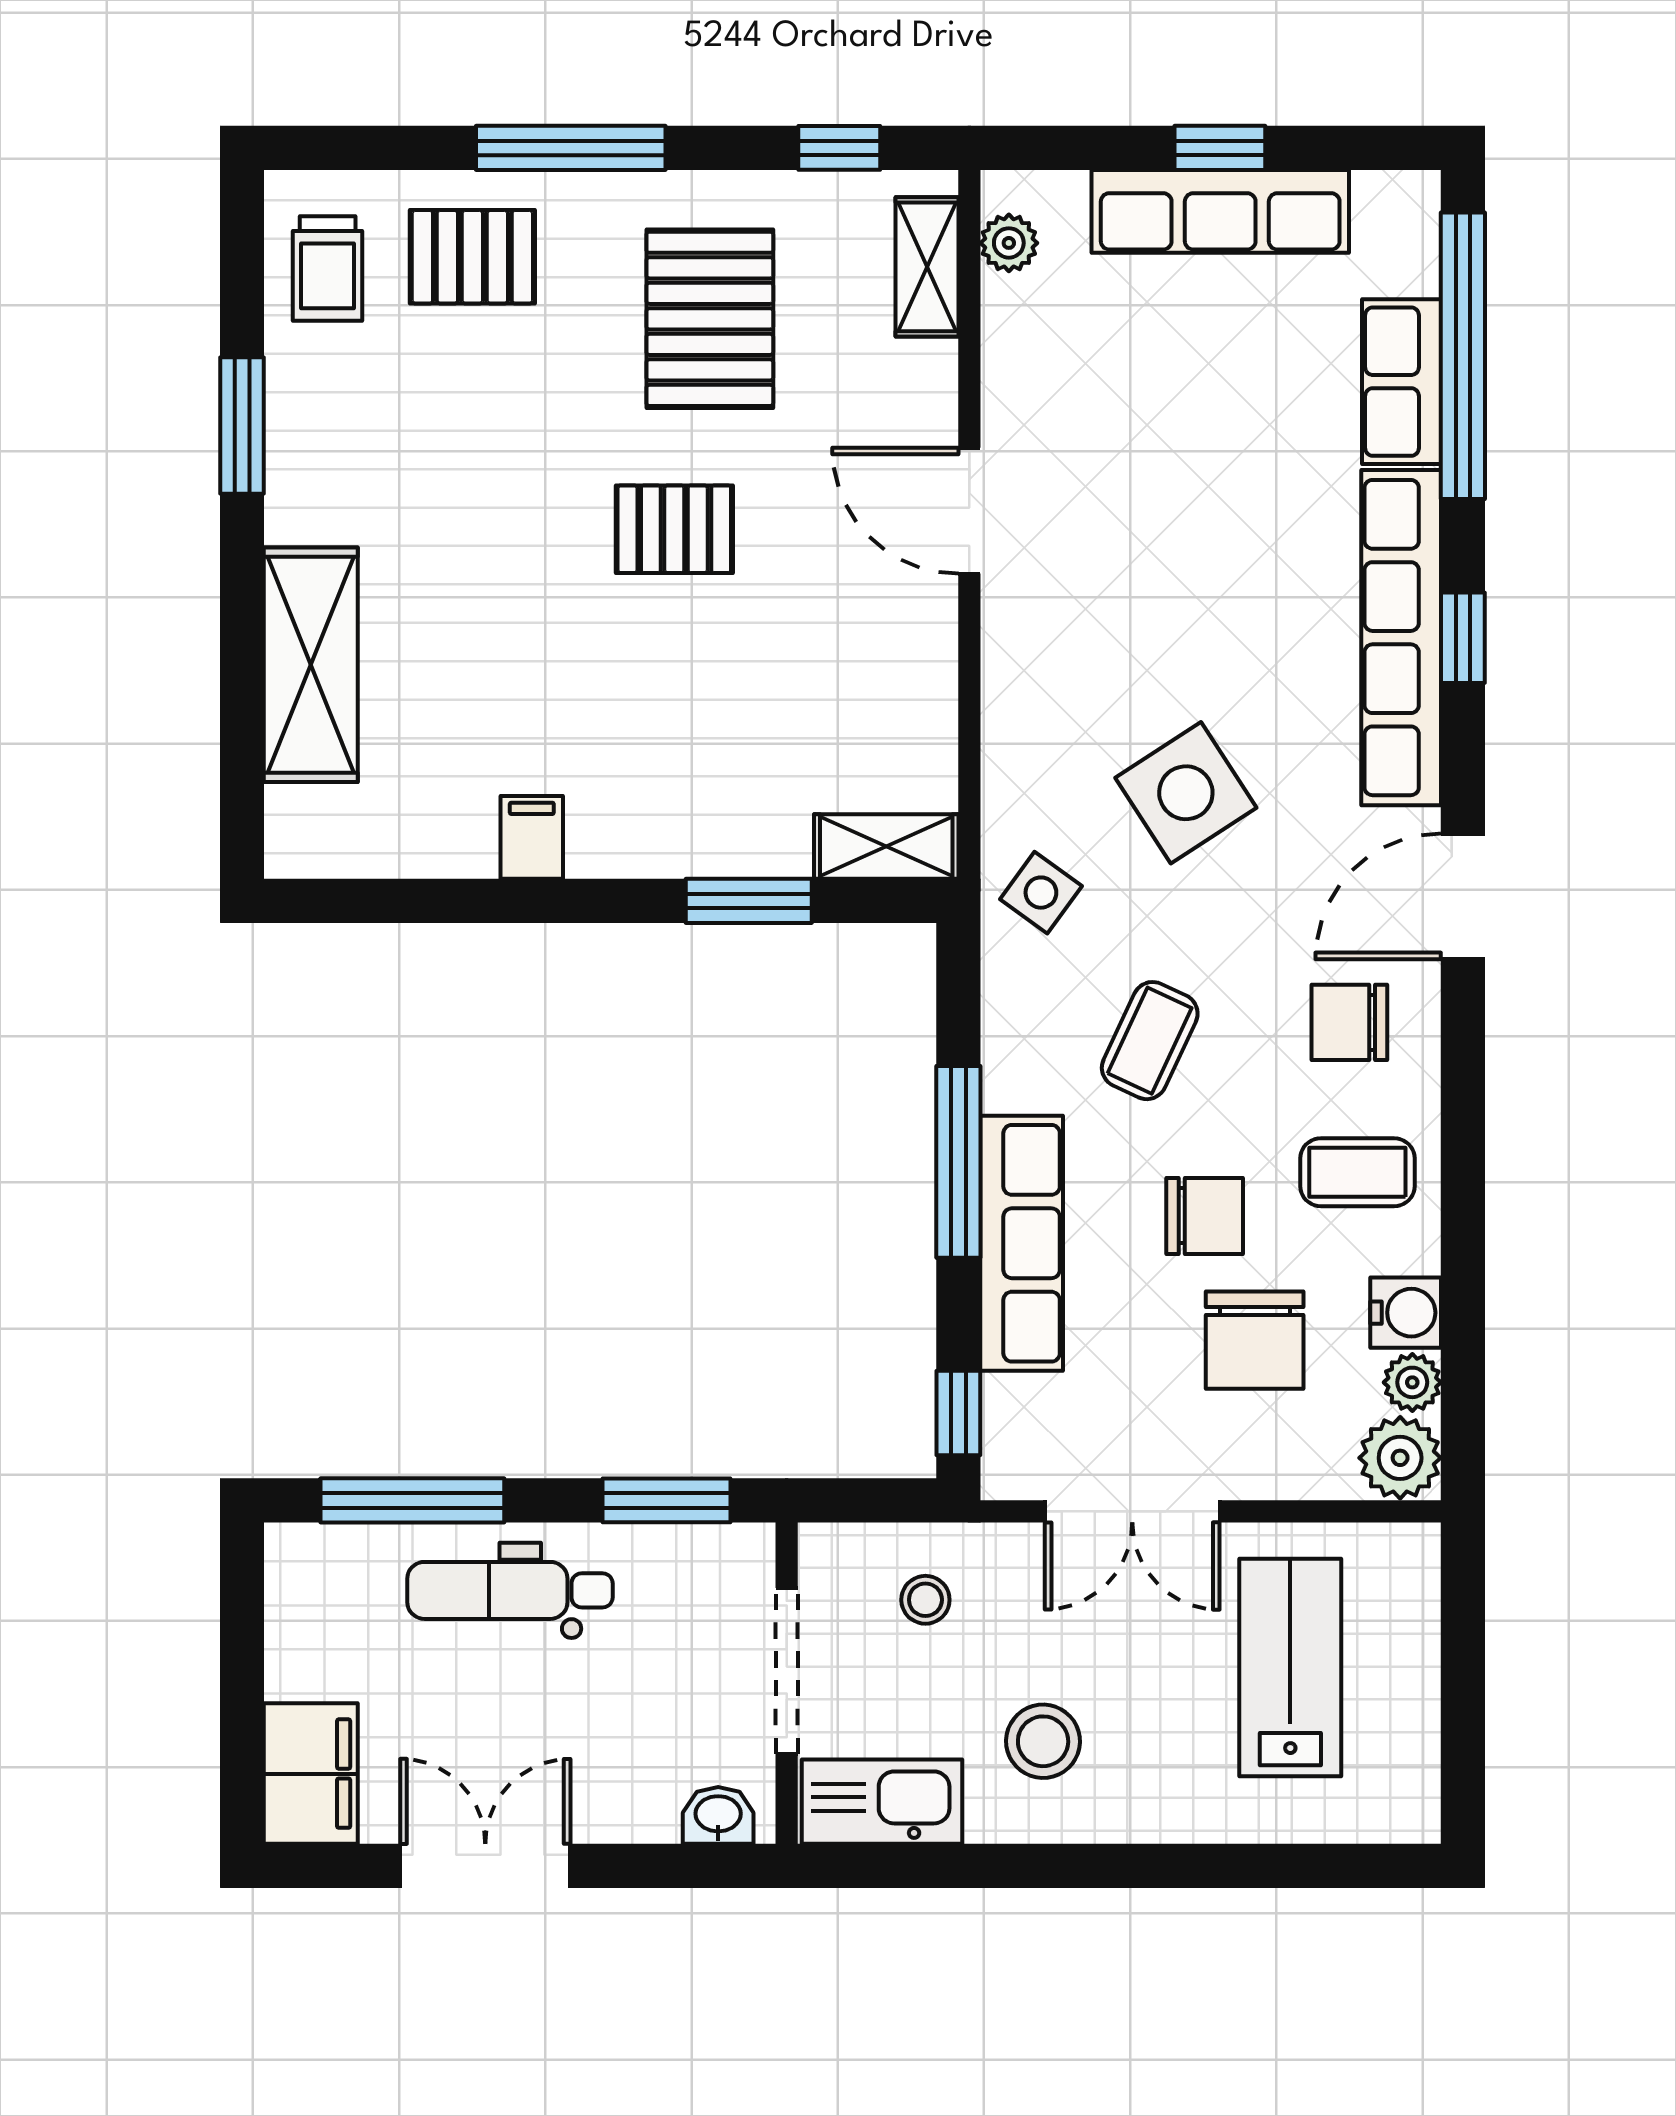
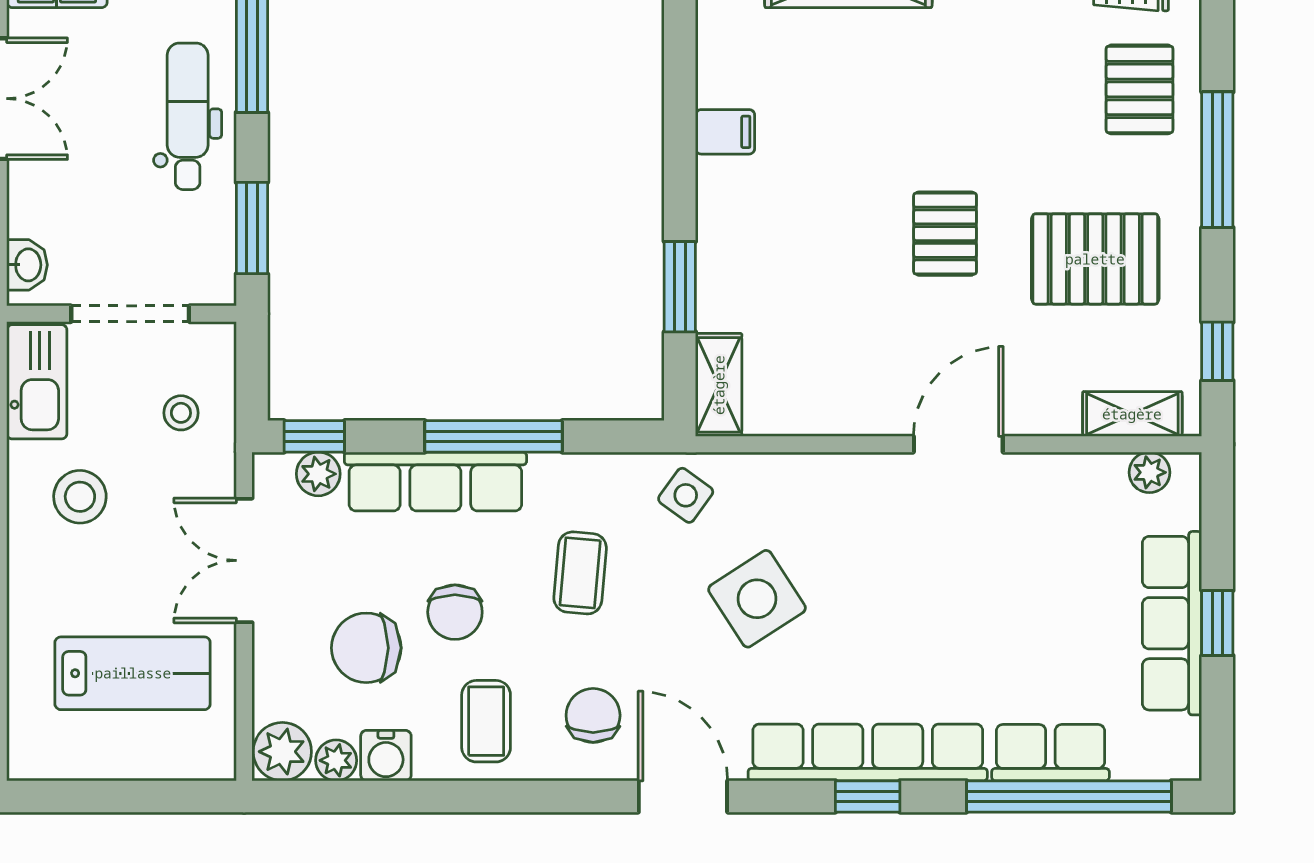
coffee table: (1150, 1041) -> (580, 573), turned 70
plant: (1011, 1407) -> (318, 474), added

